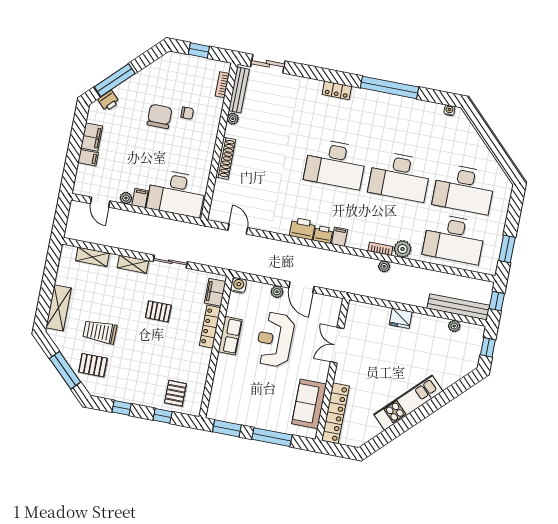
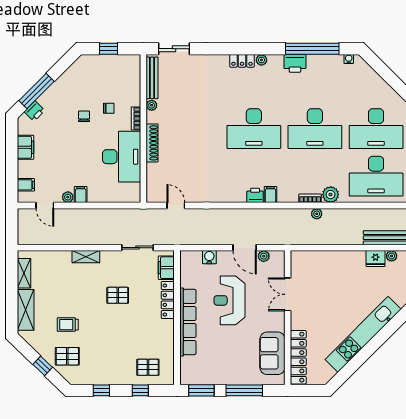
bookcase: (222, 85) -> (136, 118), moved
window: (389, 87) -> (312, 49), moved
plant: (358, 93) -> (261, 60), added
chair: (160, 116) -> (84, 116), width x0.54, depth x0.54
filing cabinet: (88, 158) -> (26, 185), moved
desk: (177, 193) -> (122, 157), moved, turned -90
printer: (302, 229) -> (295, 63), moved, turned 180
shelving: (92, 257) -> (24, 273), moved, turned 90
sliding door: (170, 262) -> (137, 248), moved
water cooler: (239, 285) -> (209, 257), moved
plant: (277, 292) -> (264, 256), moved
fridge: (401, 318) -> (376, 258), moved
trolley: (100, 332) -> (68, 325), width x0.73, depth x0.72
row of seats: (230, 336) -> (188, 322), width x2.02
window: (65, 370) -> (43, 366), width x0.46
pallet: (175, 393) -> (148, 367), turned 90
kitchen unit: (408, 403) -> (363, 334), width x1.36

